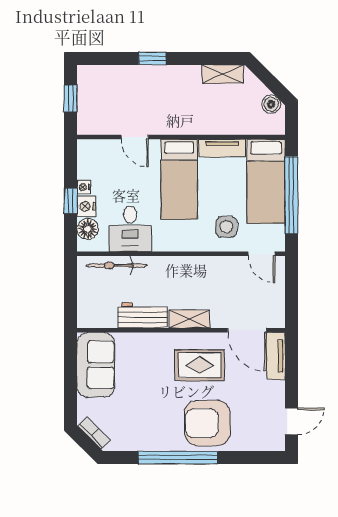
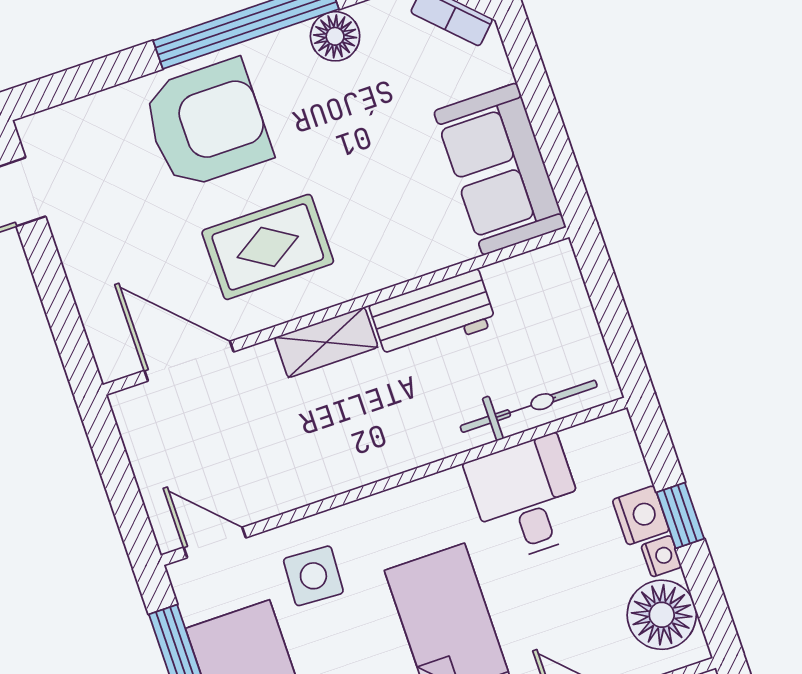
floor lamp: (88, 229) -> (662, 615), moved, width x1.38, depth x1.38
tv unit: (276, 356) -> (105, 326), removed
floor lamp: (144, 441) -> (335, 36), added

